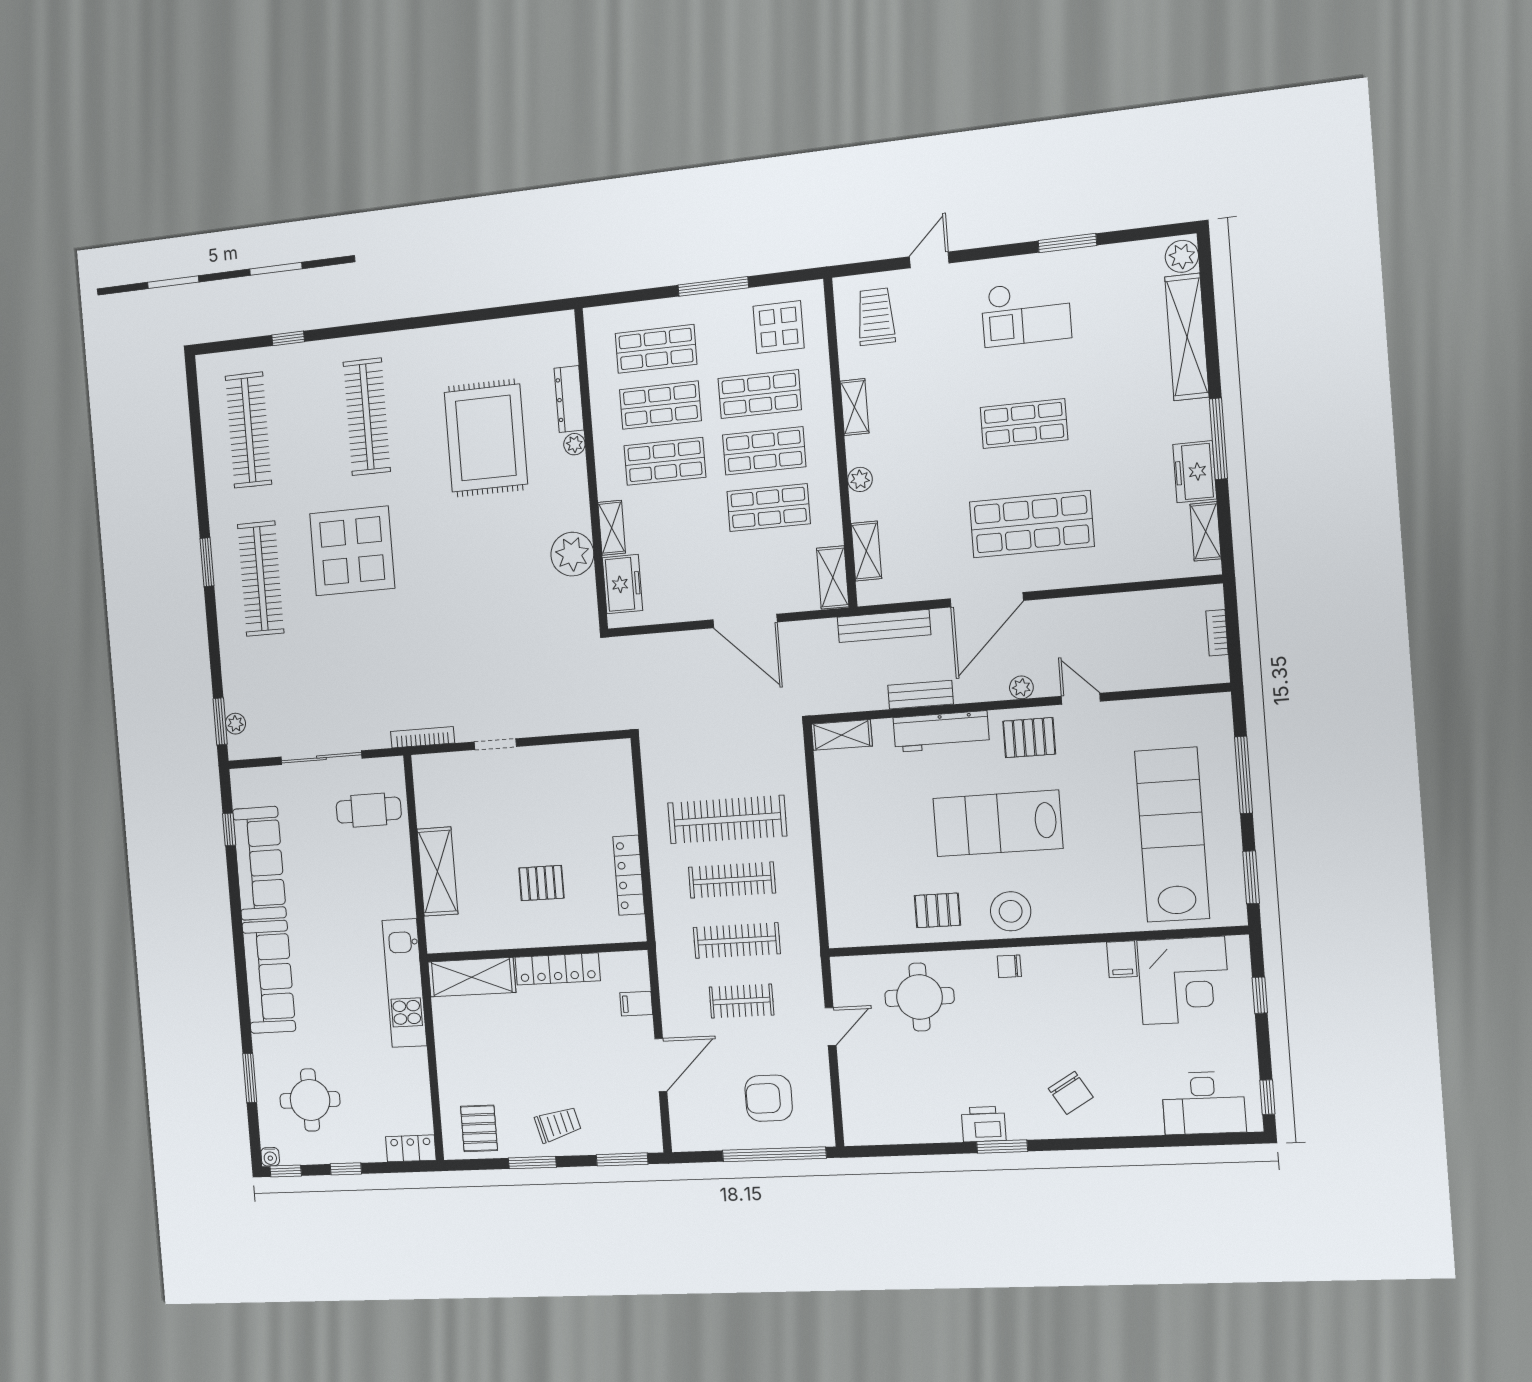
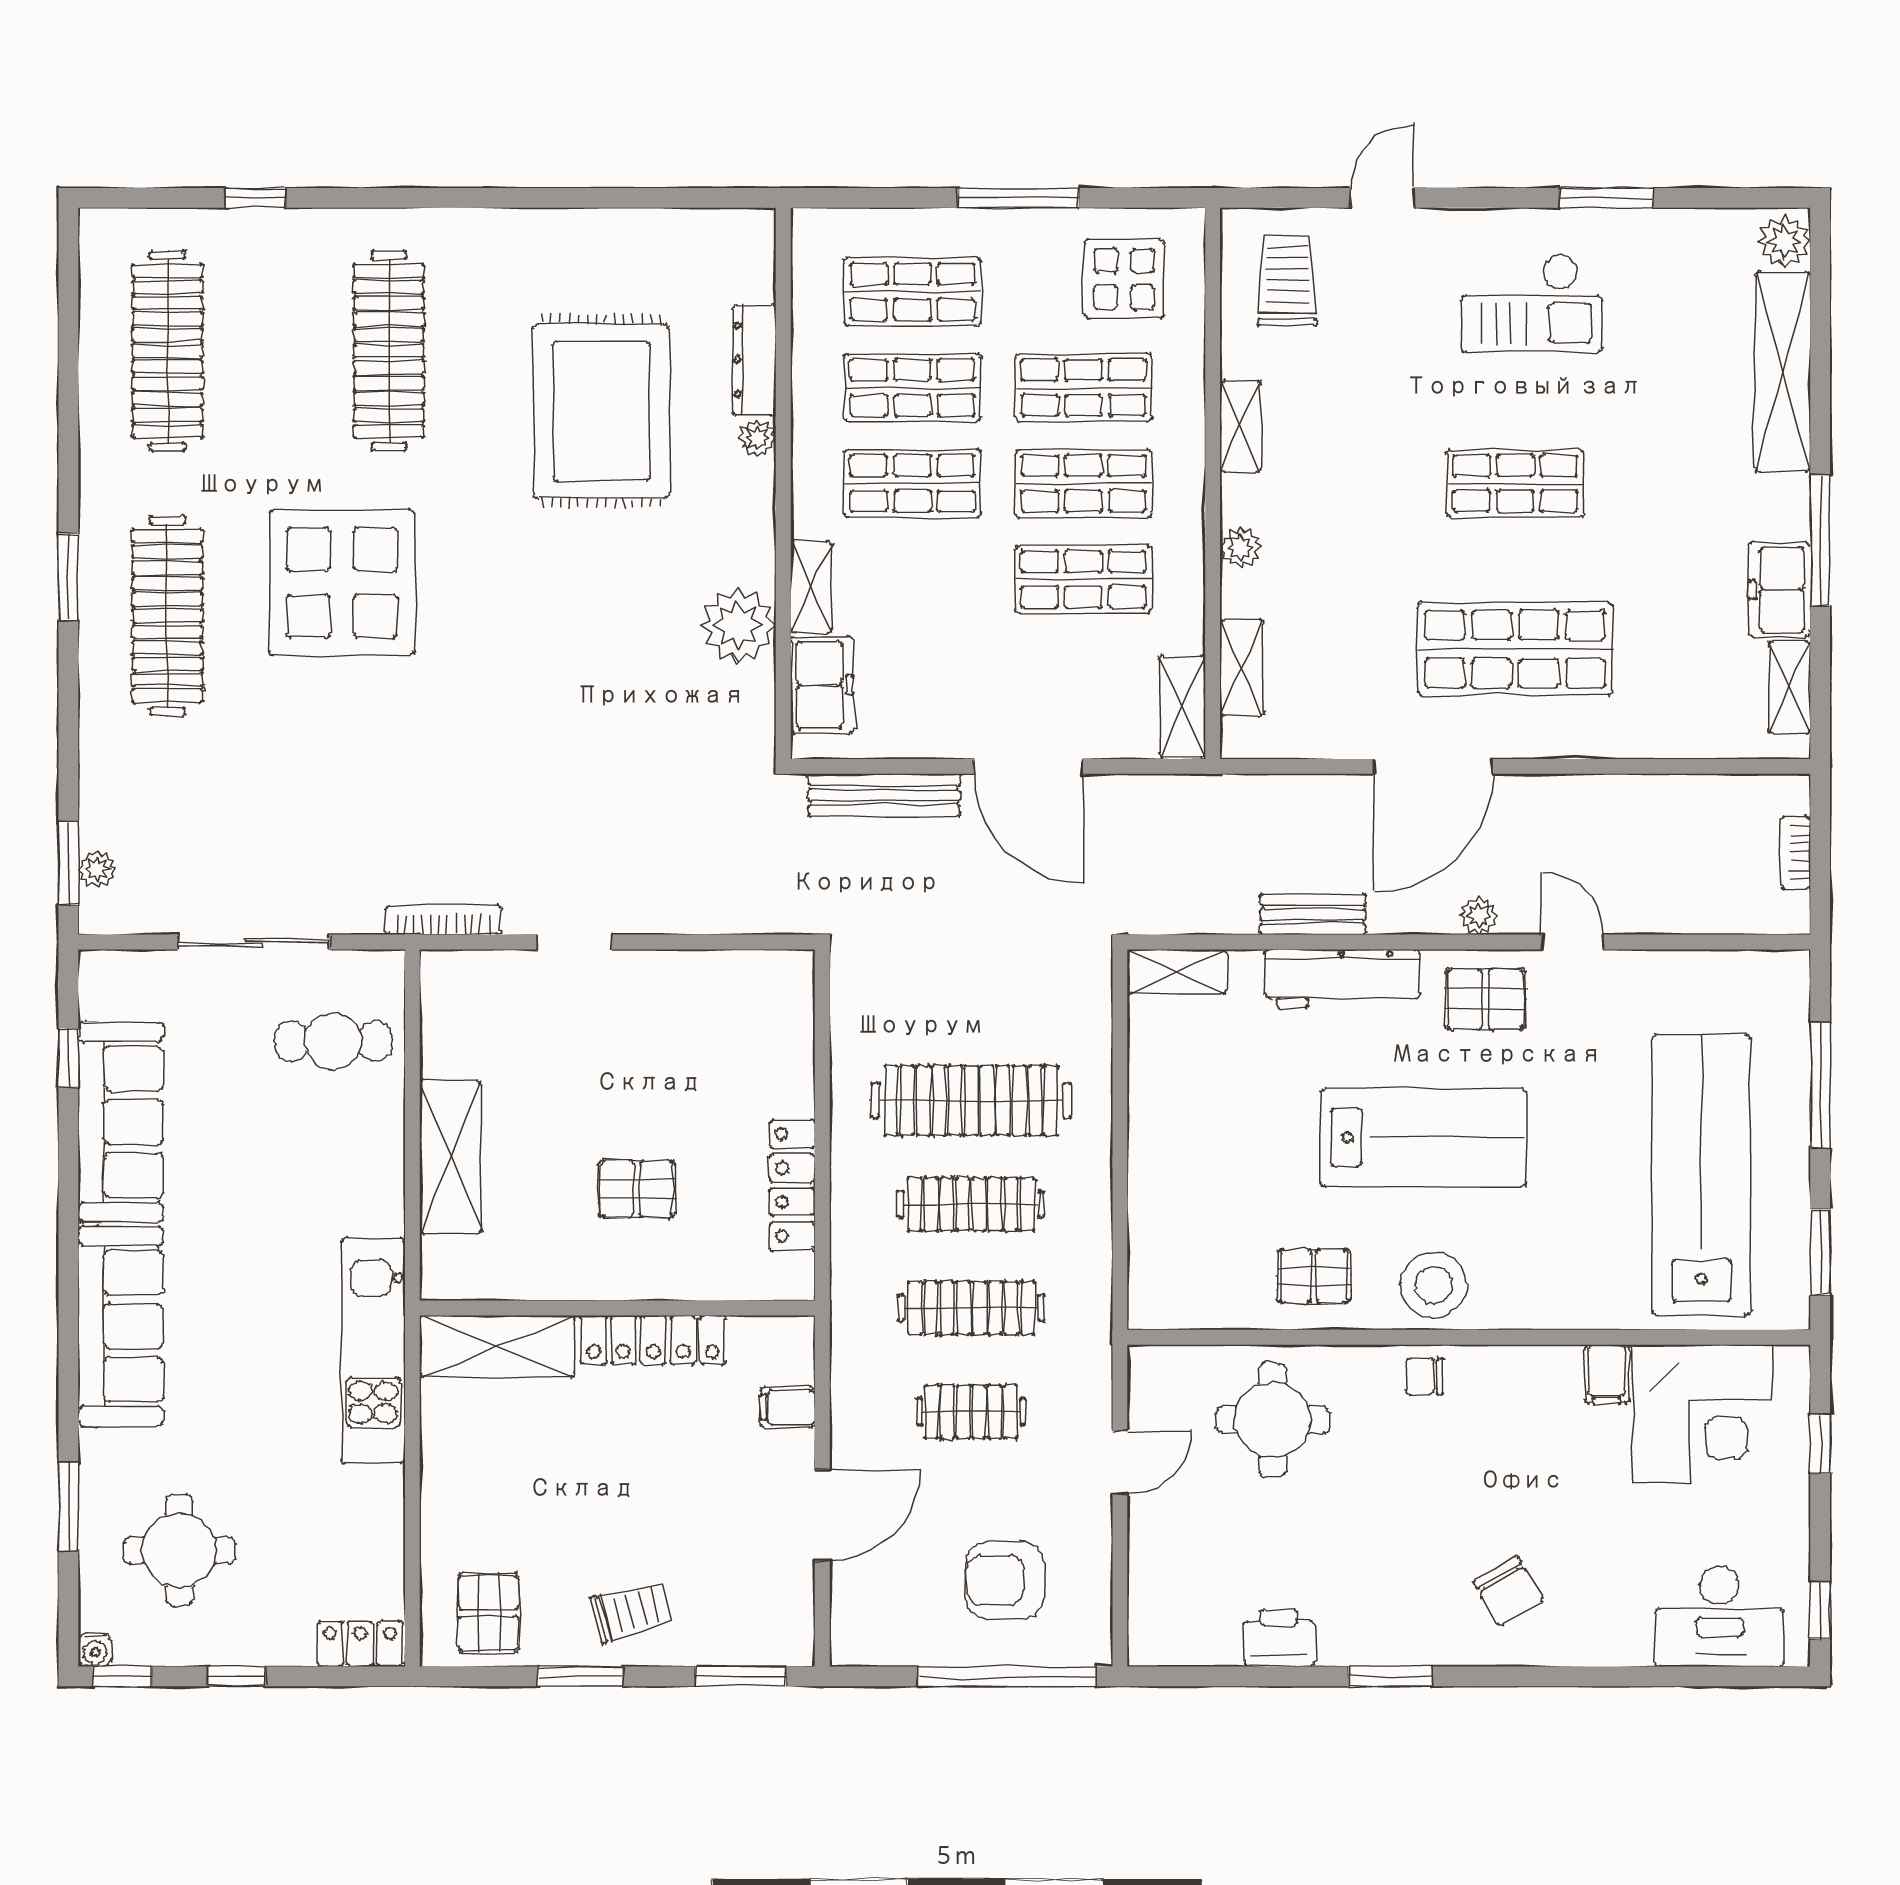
bench: (884, 626) -> (884, 795), moved
lab bench: (998, 823) -> (1423, 1137), turned 180
printer: (984, 1124) -> (1279, 1638), moved

